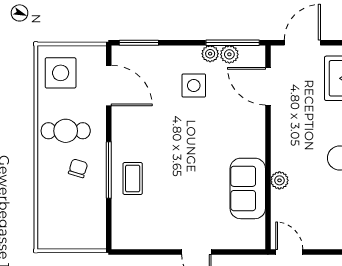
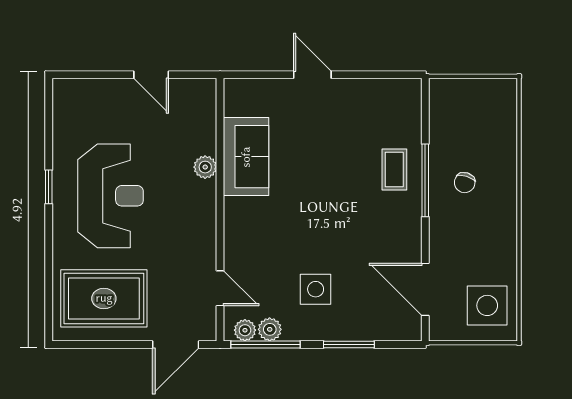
window: (139, 43) -> (349, 344), moved
plant: (210, 54) -> (245, 330), moved
door: (268, 86) -> (220, 288), width x0.73
cafe table: (66, 131) -> (481, 231), removed
door: (289, 252) -> (151, 75), moved

